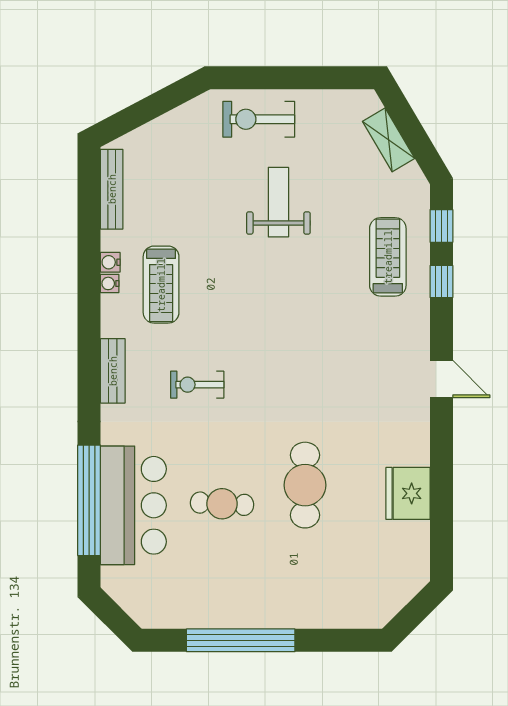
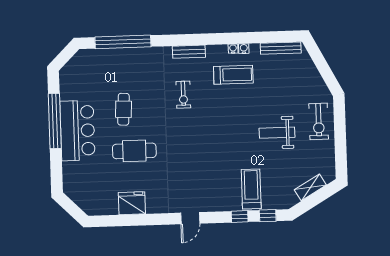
exercise bike: (259, 119) -> (319, 121), turned 180
weight bench: (278, 202) -> (277, 133), turned 180
treadmill: (388, 257) -> (251, 189), turned -90
treadmill: (161, 285) -> (233, 75), turned 180
exercise bike: (197, 385) -> (183, 95), turned 180
bar counter: (133, 505) -> (77, 131), moved, turned -90

